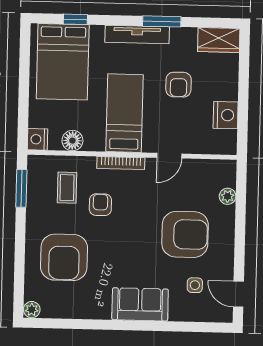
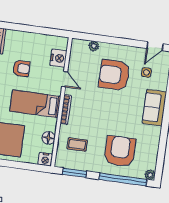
nightstand: (226, 115) -> (58, 58), moved, turned 90
armchair: (100, 205) -> (90, 125), removed
armchair: (185, 234) -> (114, 75), turned -90
armchair: (64, 257) -> (120, 151), turned -90
window: (19, 267) -> (123, 179), added

